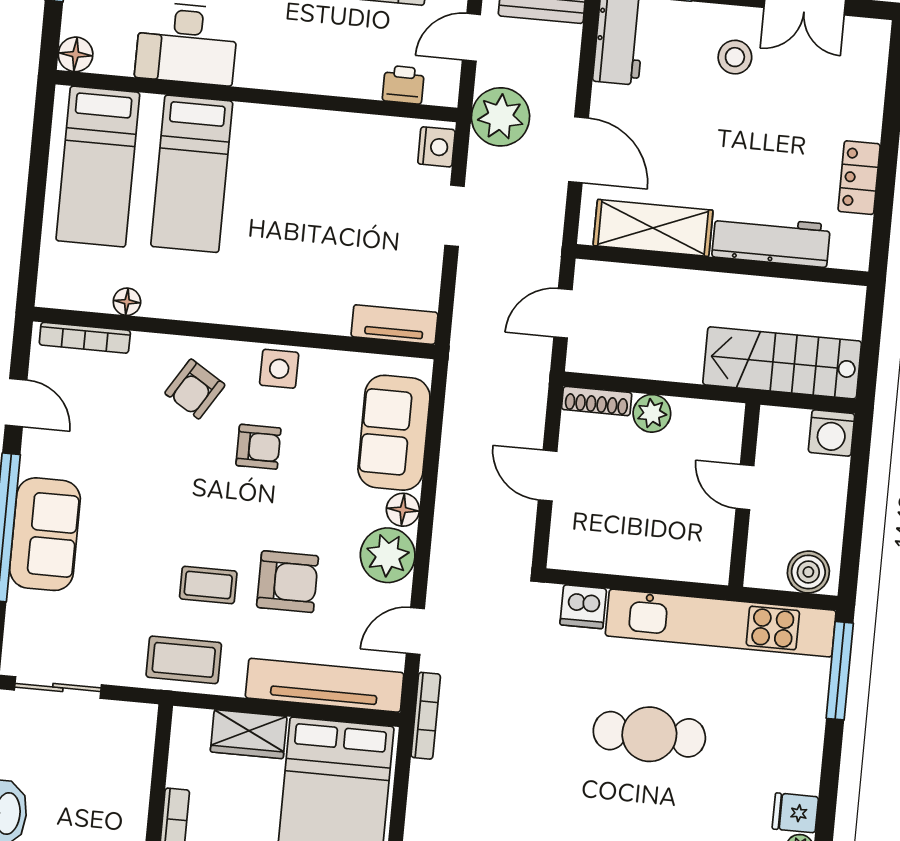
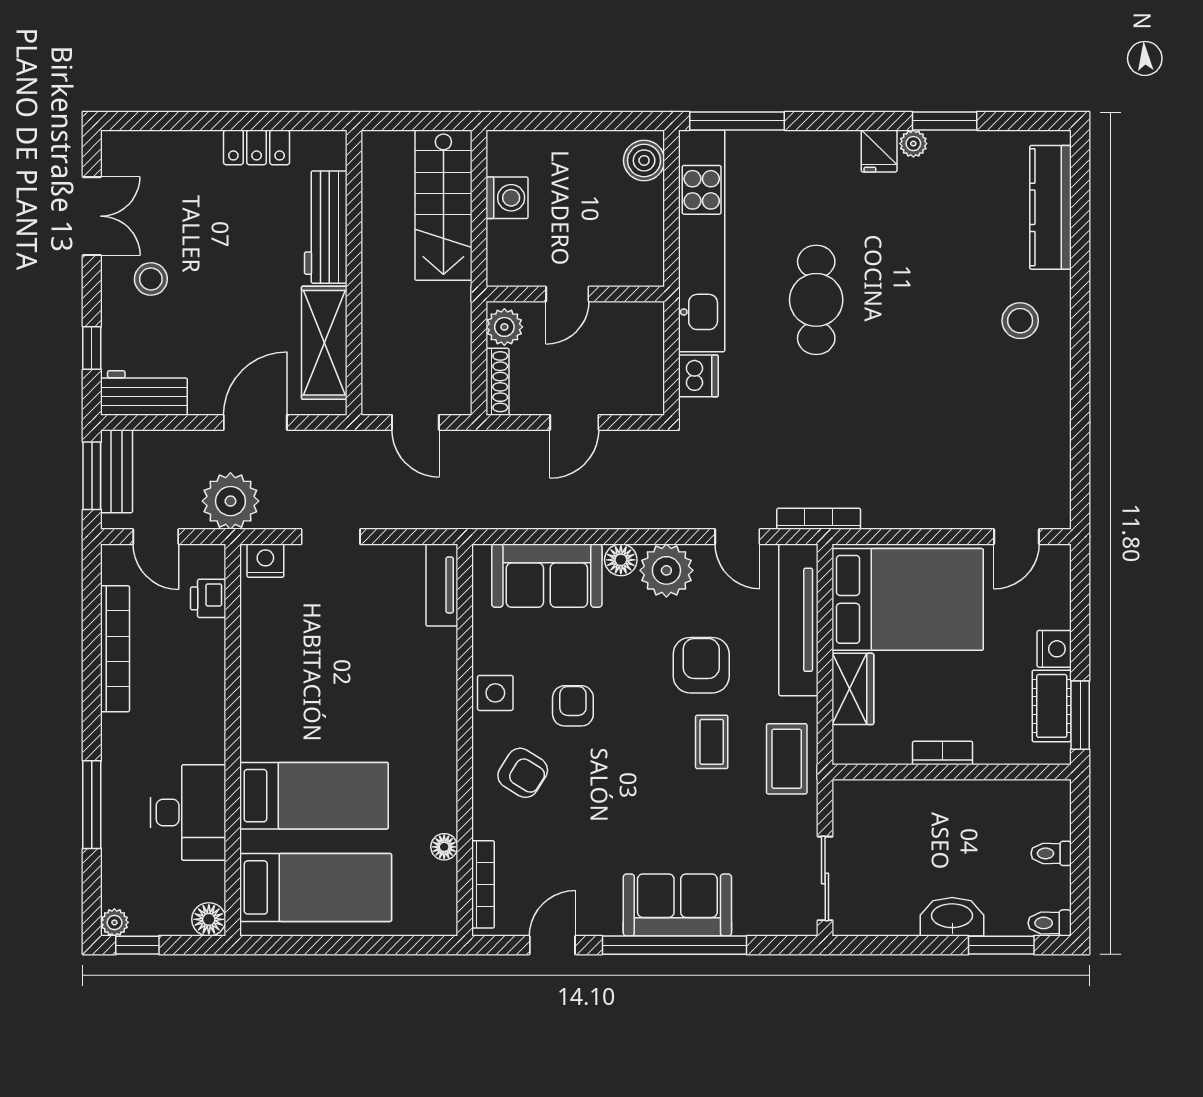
washing machine: (831, 433) -> (507, 198), moved
door: (745, 487) -> (567, 294), moved
wall: (744, 495) -> (575, 294), moved

